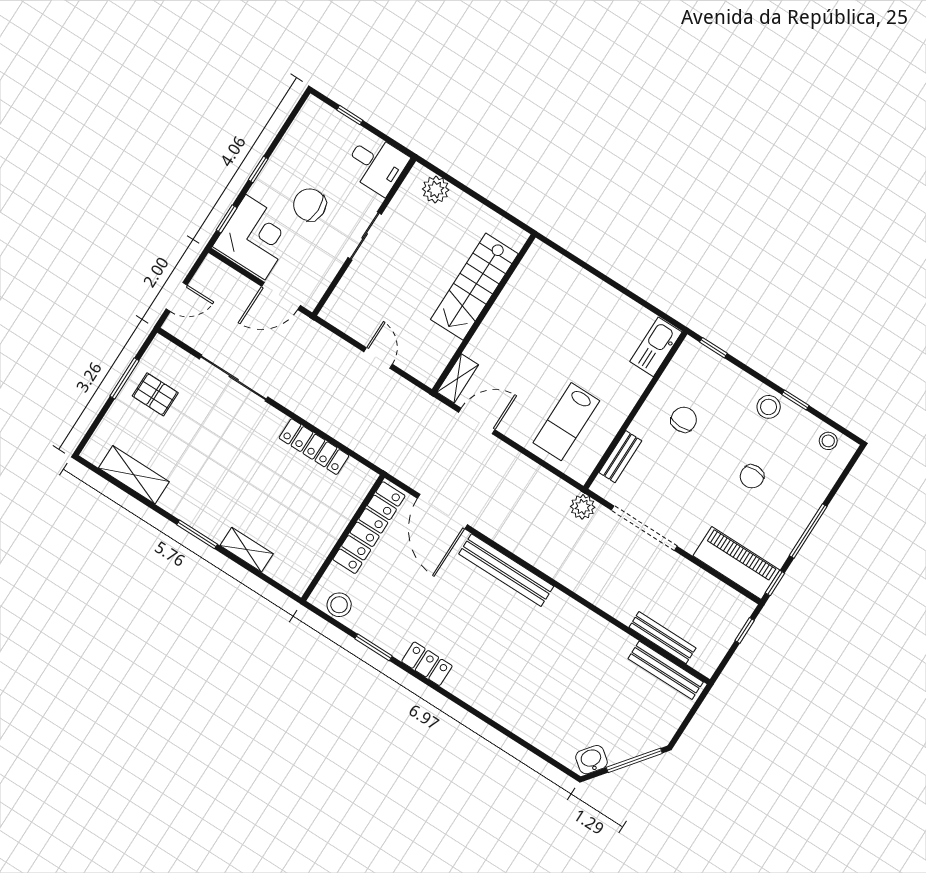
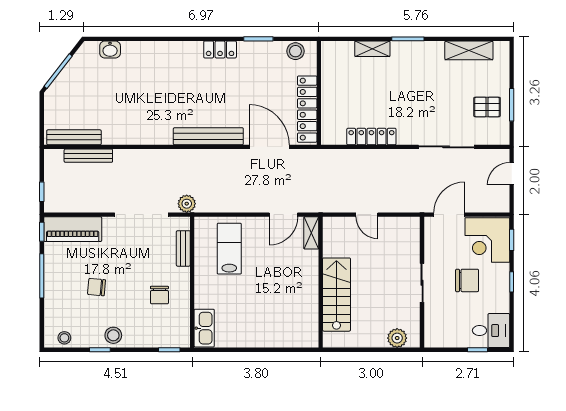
desk: (376, 164) -> (491, 331), moved, turned 180
chair: (752, 476) -> (97, 287), turned -85
washbasin: (591, 760) -> (110, 49), moved, turned 52

